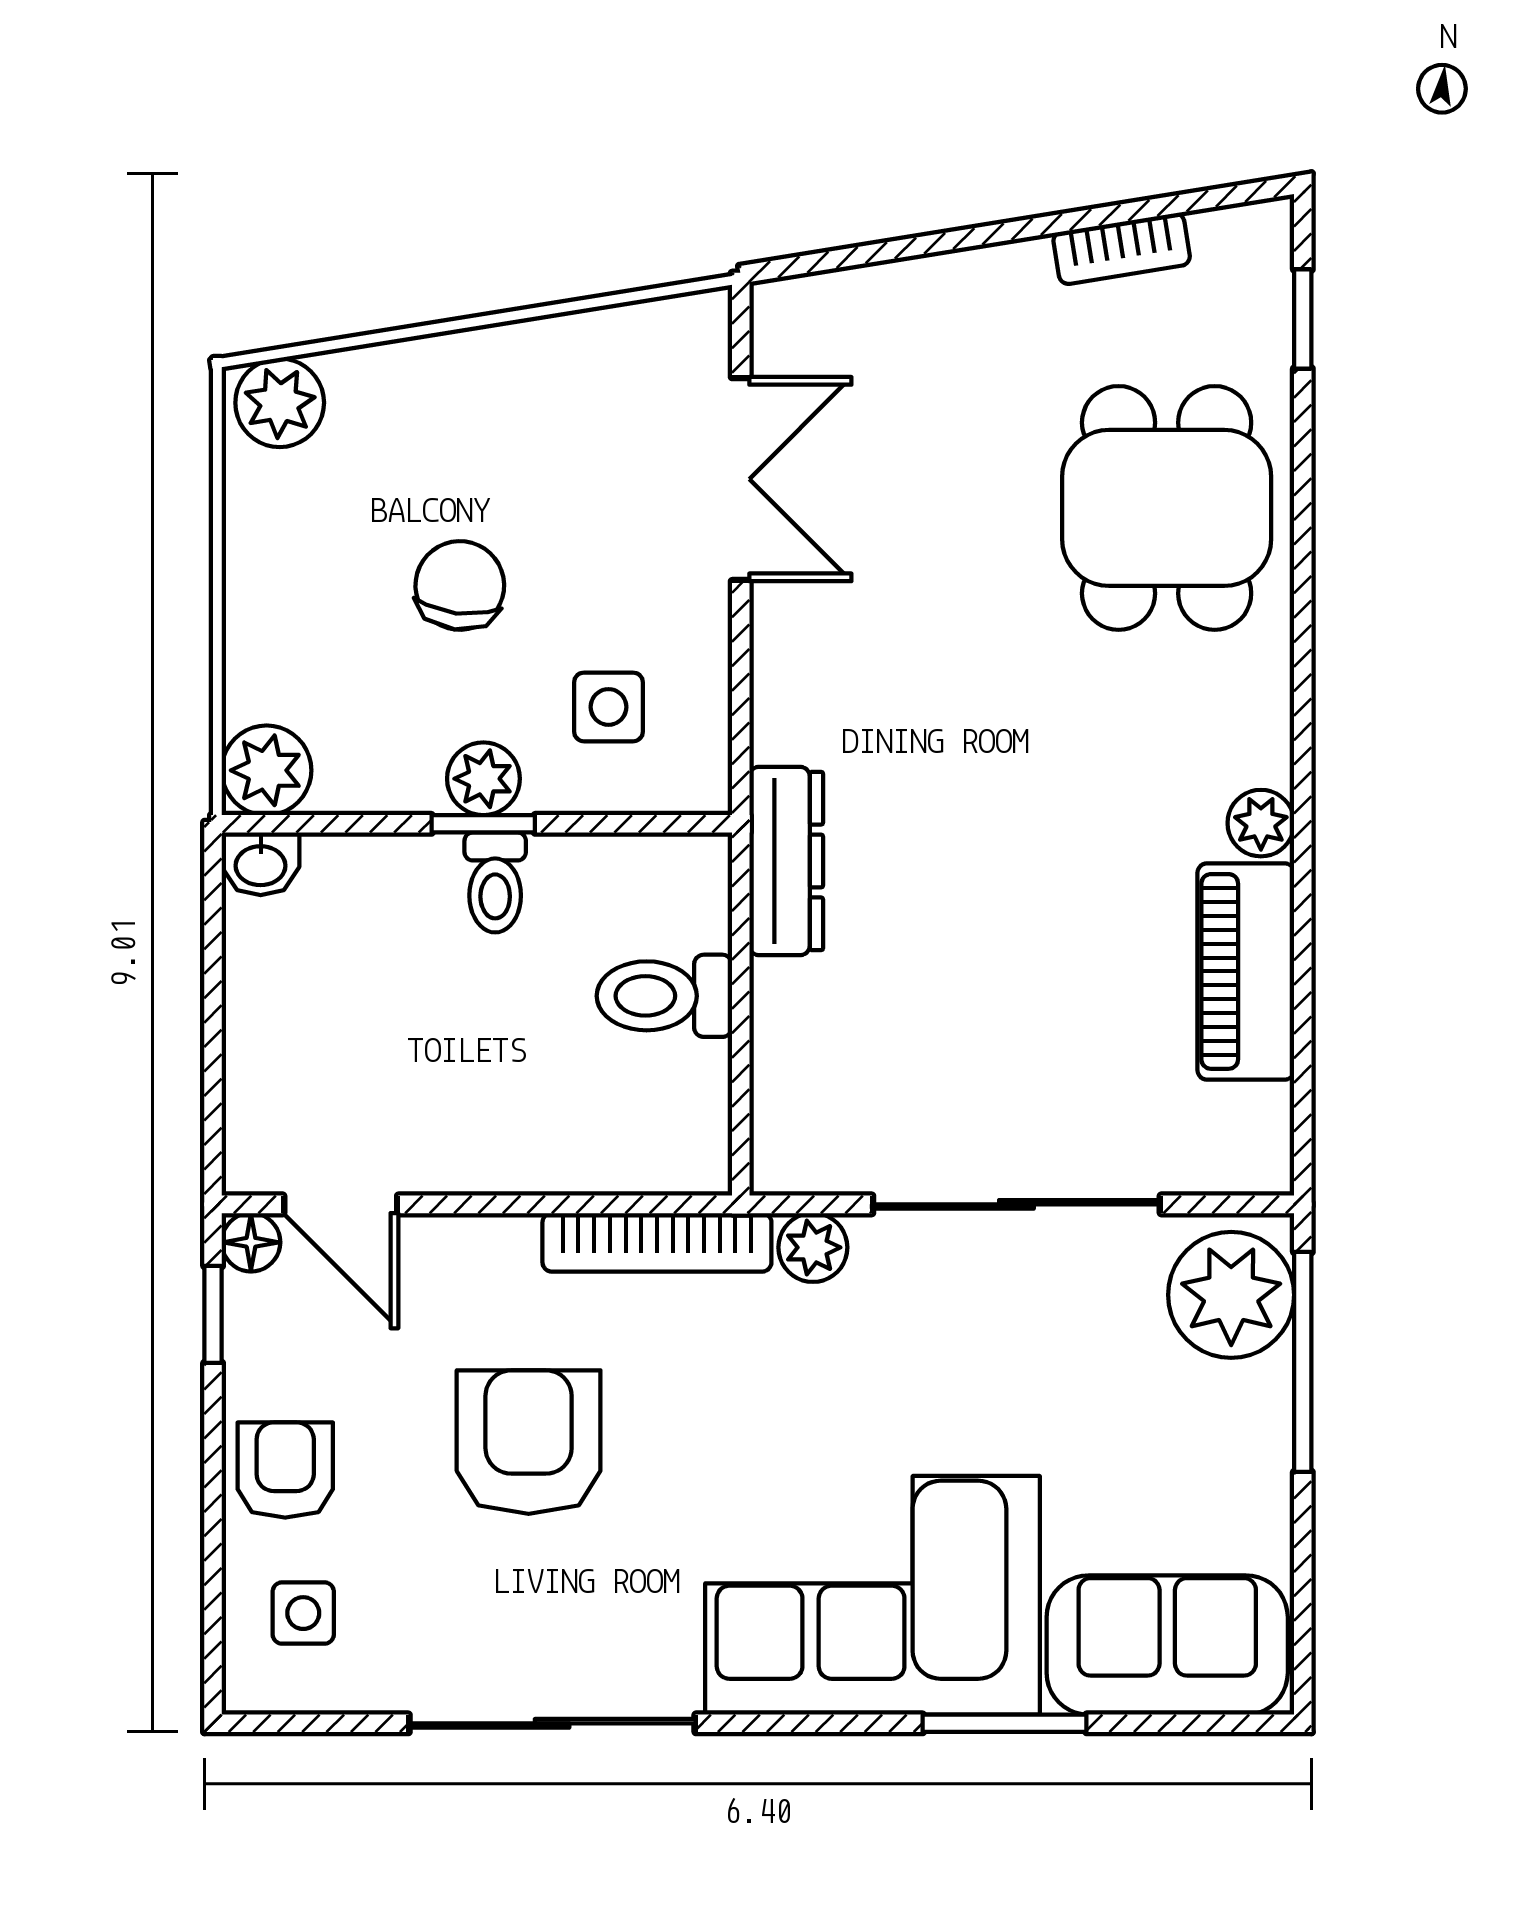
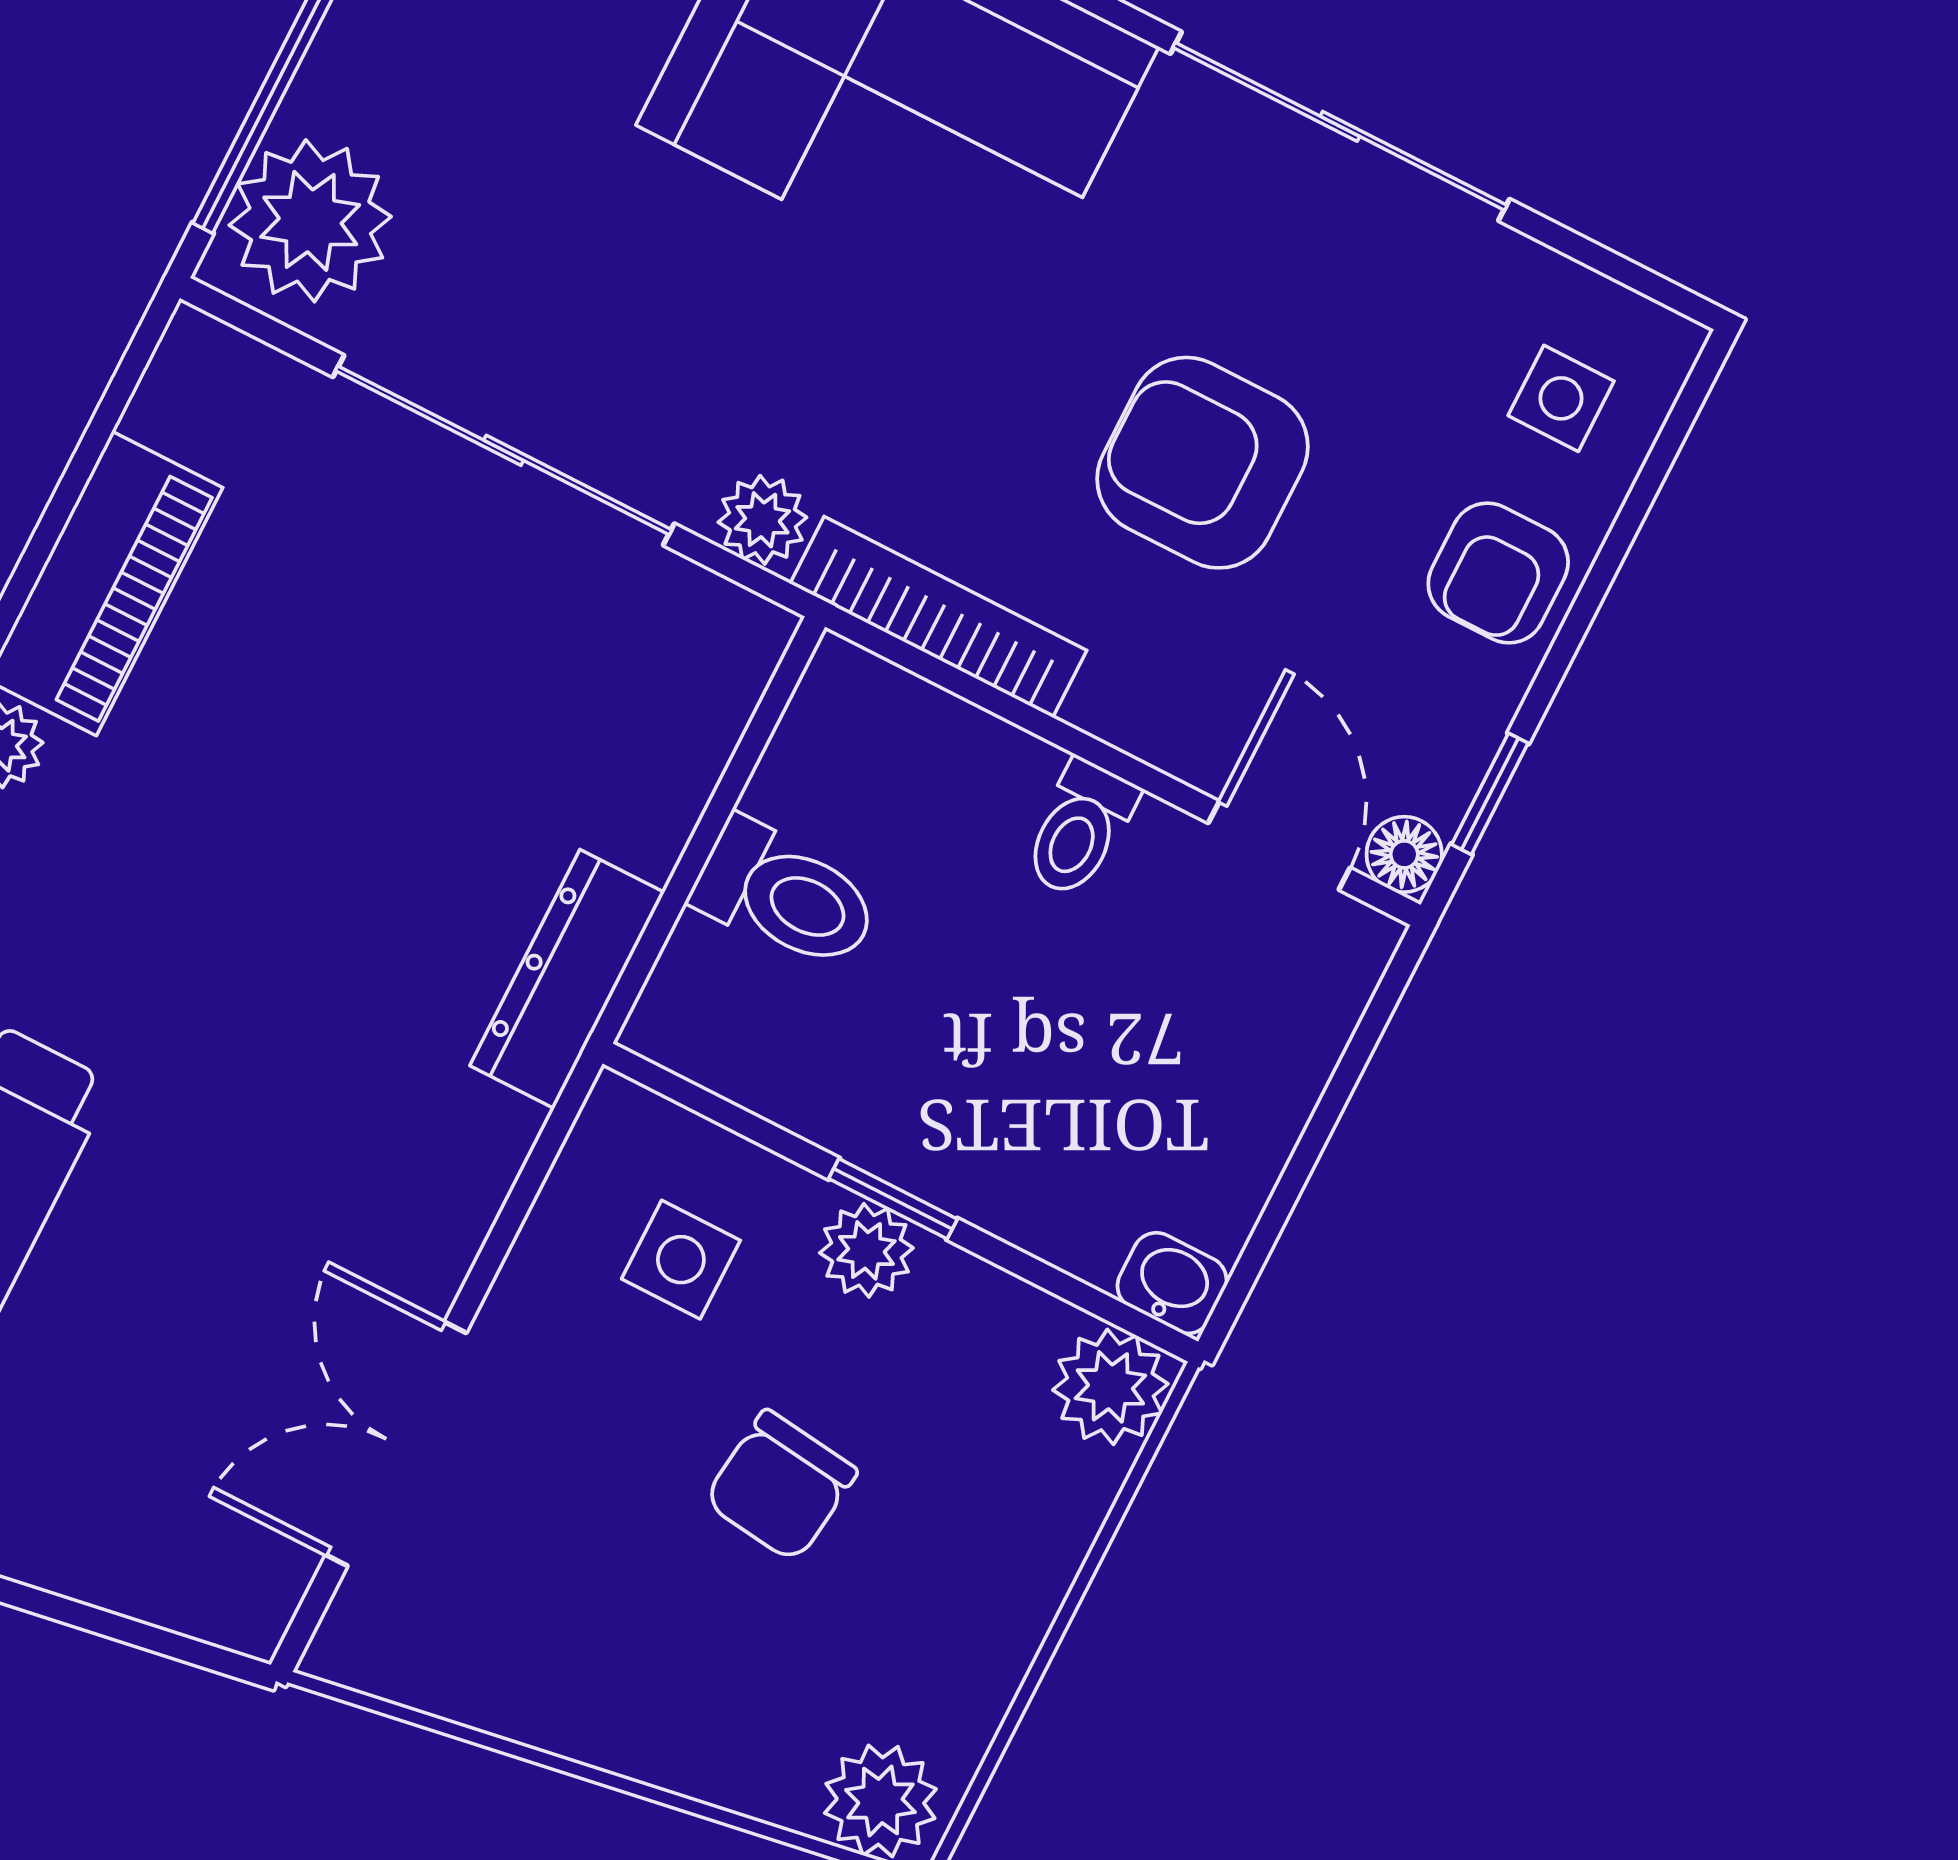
toilet: (495, 882) -> (1080, 829), moved, turned 180
armchair: (529, 1442) -> (1203, 463), turned 90

